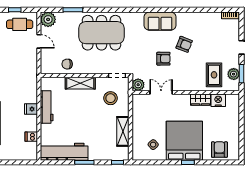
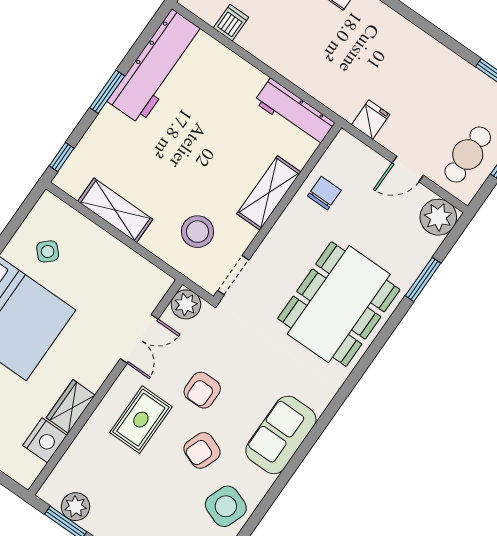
side table: (198, 23) -> (226, 506), added
rug: (214, 75) -> (141, 420), moved, turned 90
workbench: (47, 107) -> (294, 112), moved
fridge: (31, 109) -> (371, 120), moved

